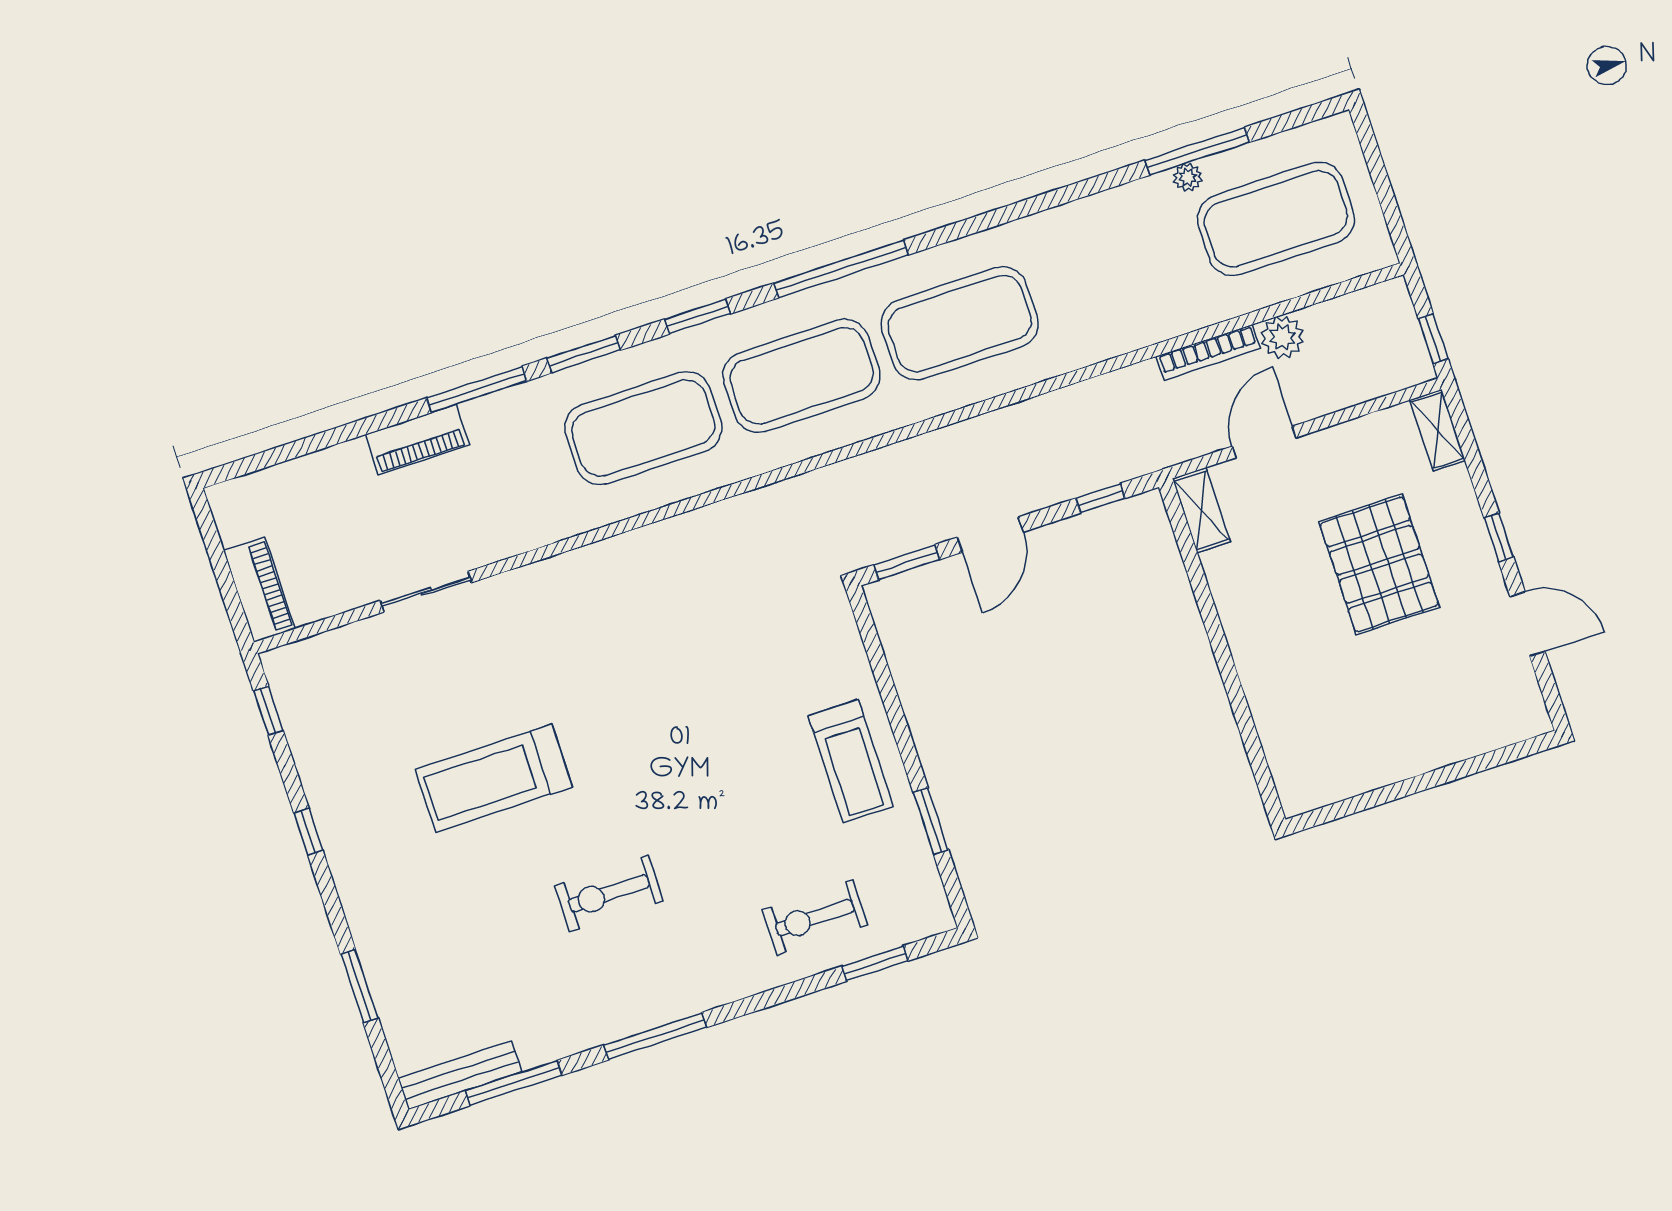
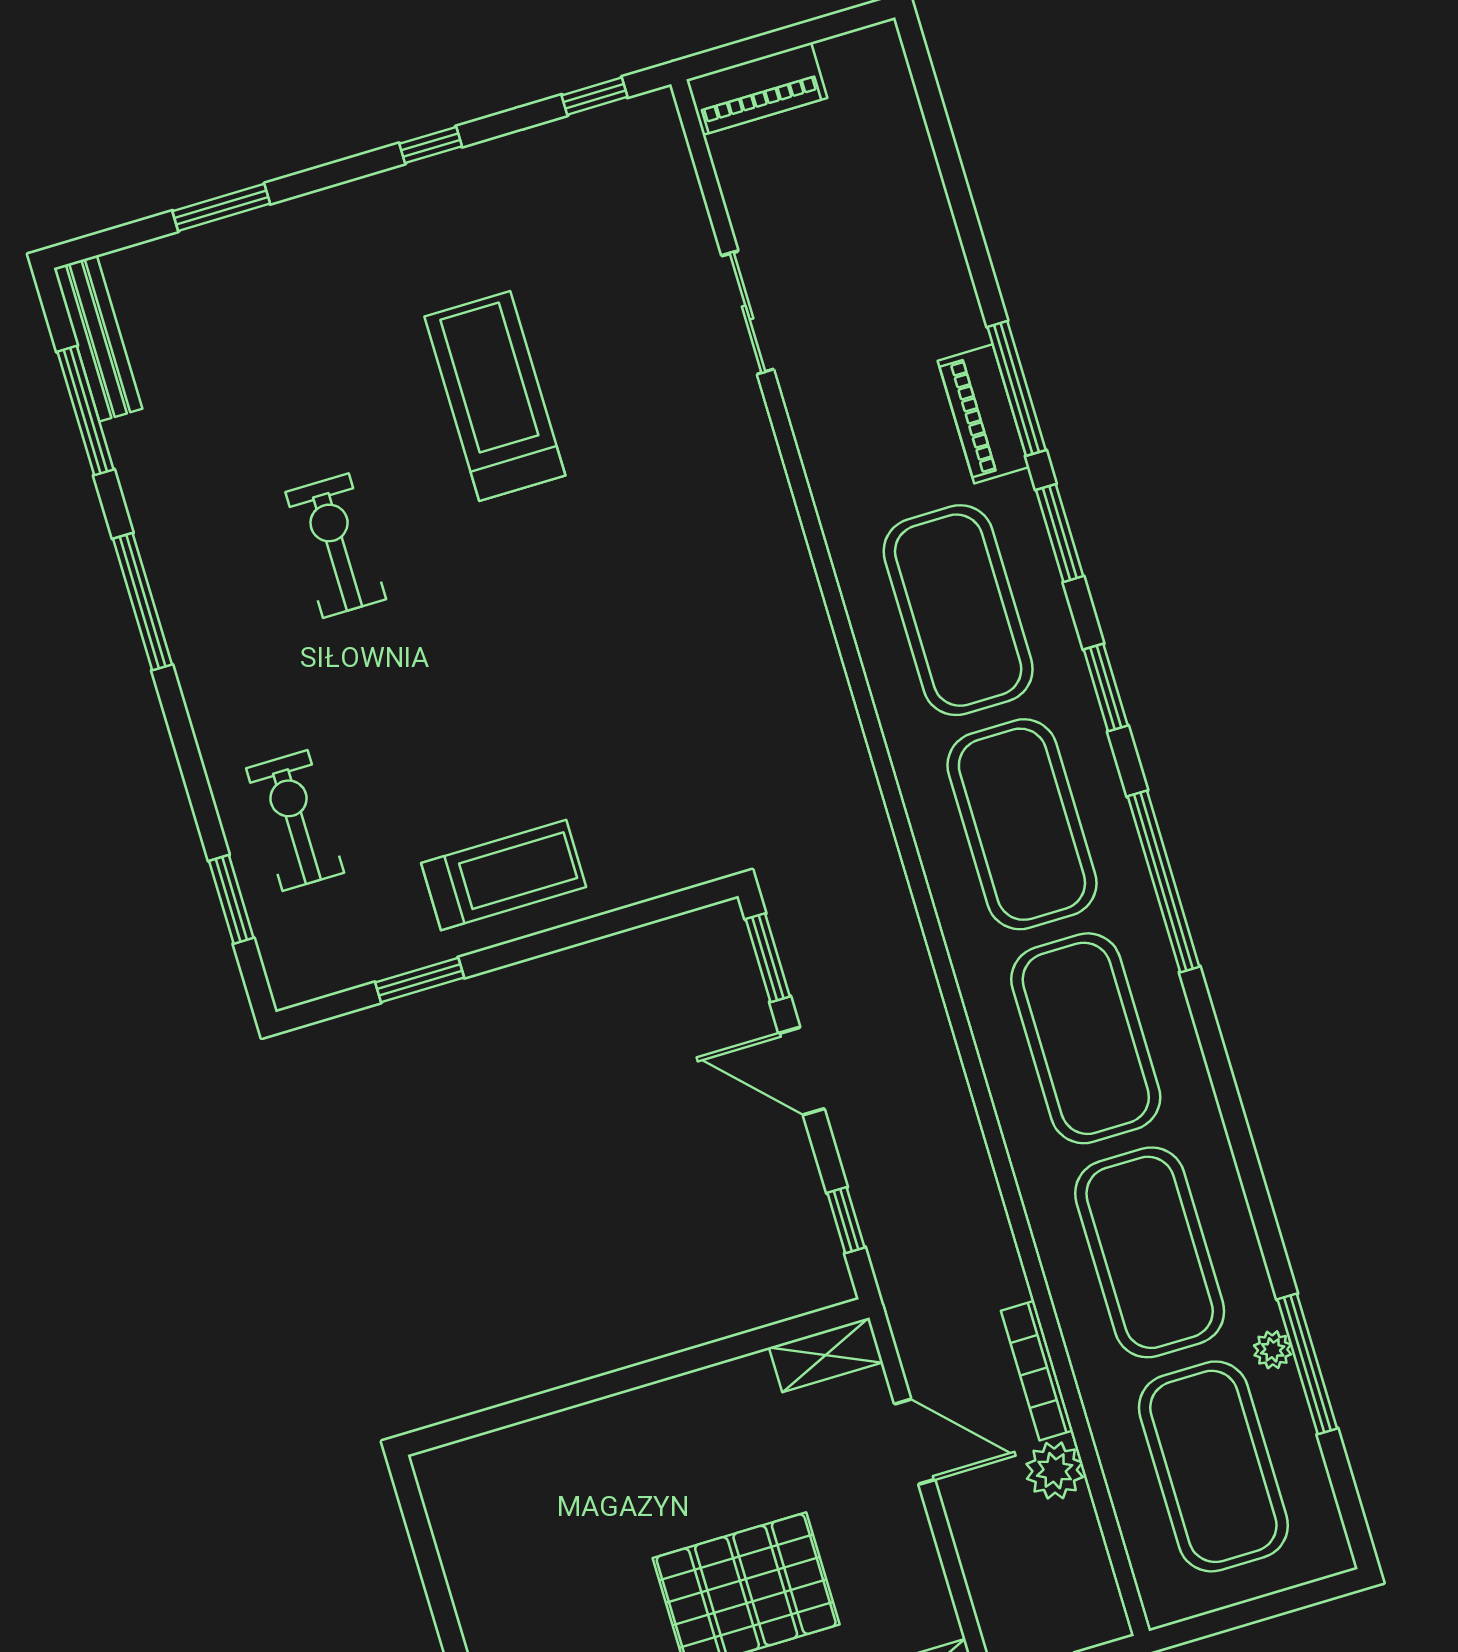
exercise mat: (1118, 271) -> (1150, 1252), added
piano: (417, 440) -> (984, 414), moved
treadmill: (851, 761) -> (504, 875), turned 180

